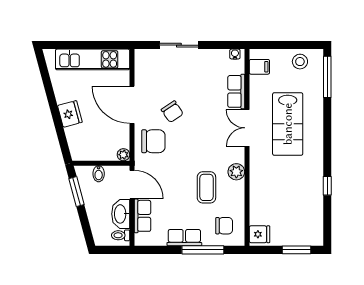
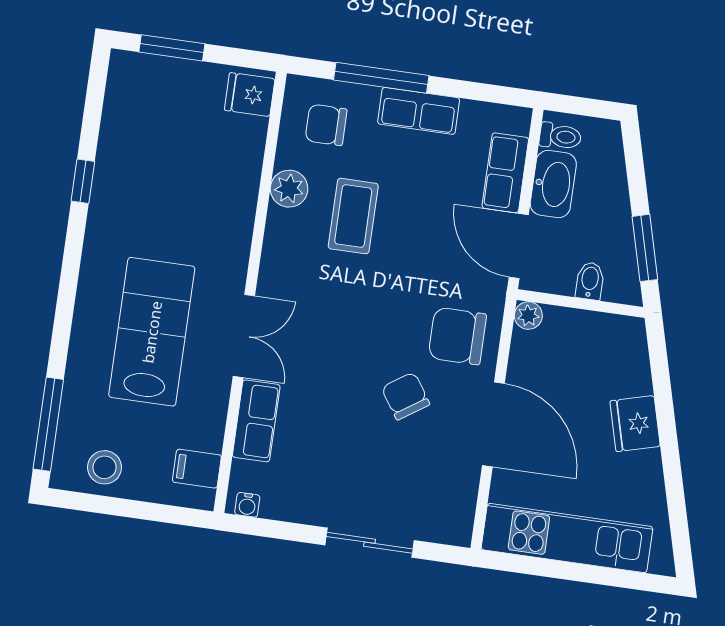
plant: (236, 172) -> (289, 189), moved

